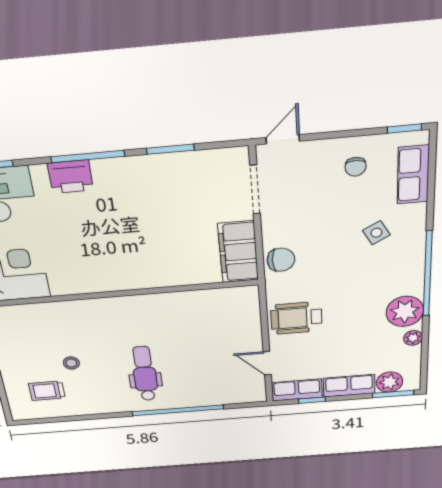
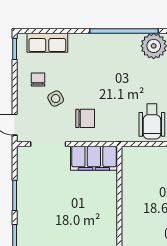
chair: (356, 167) -> (38, 79), turned -90
side table: (376, 233) -> (56, 99), moved
chair: (281, 260) -> (85, 118), moved, turned 90

